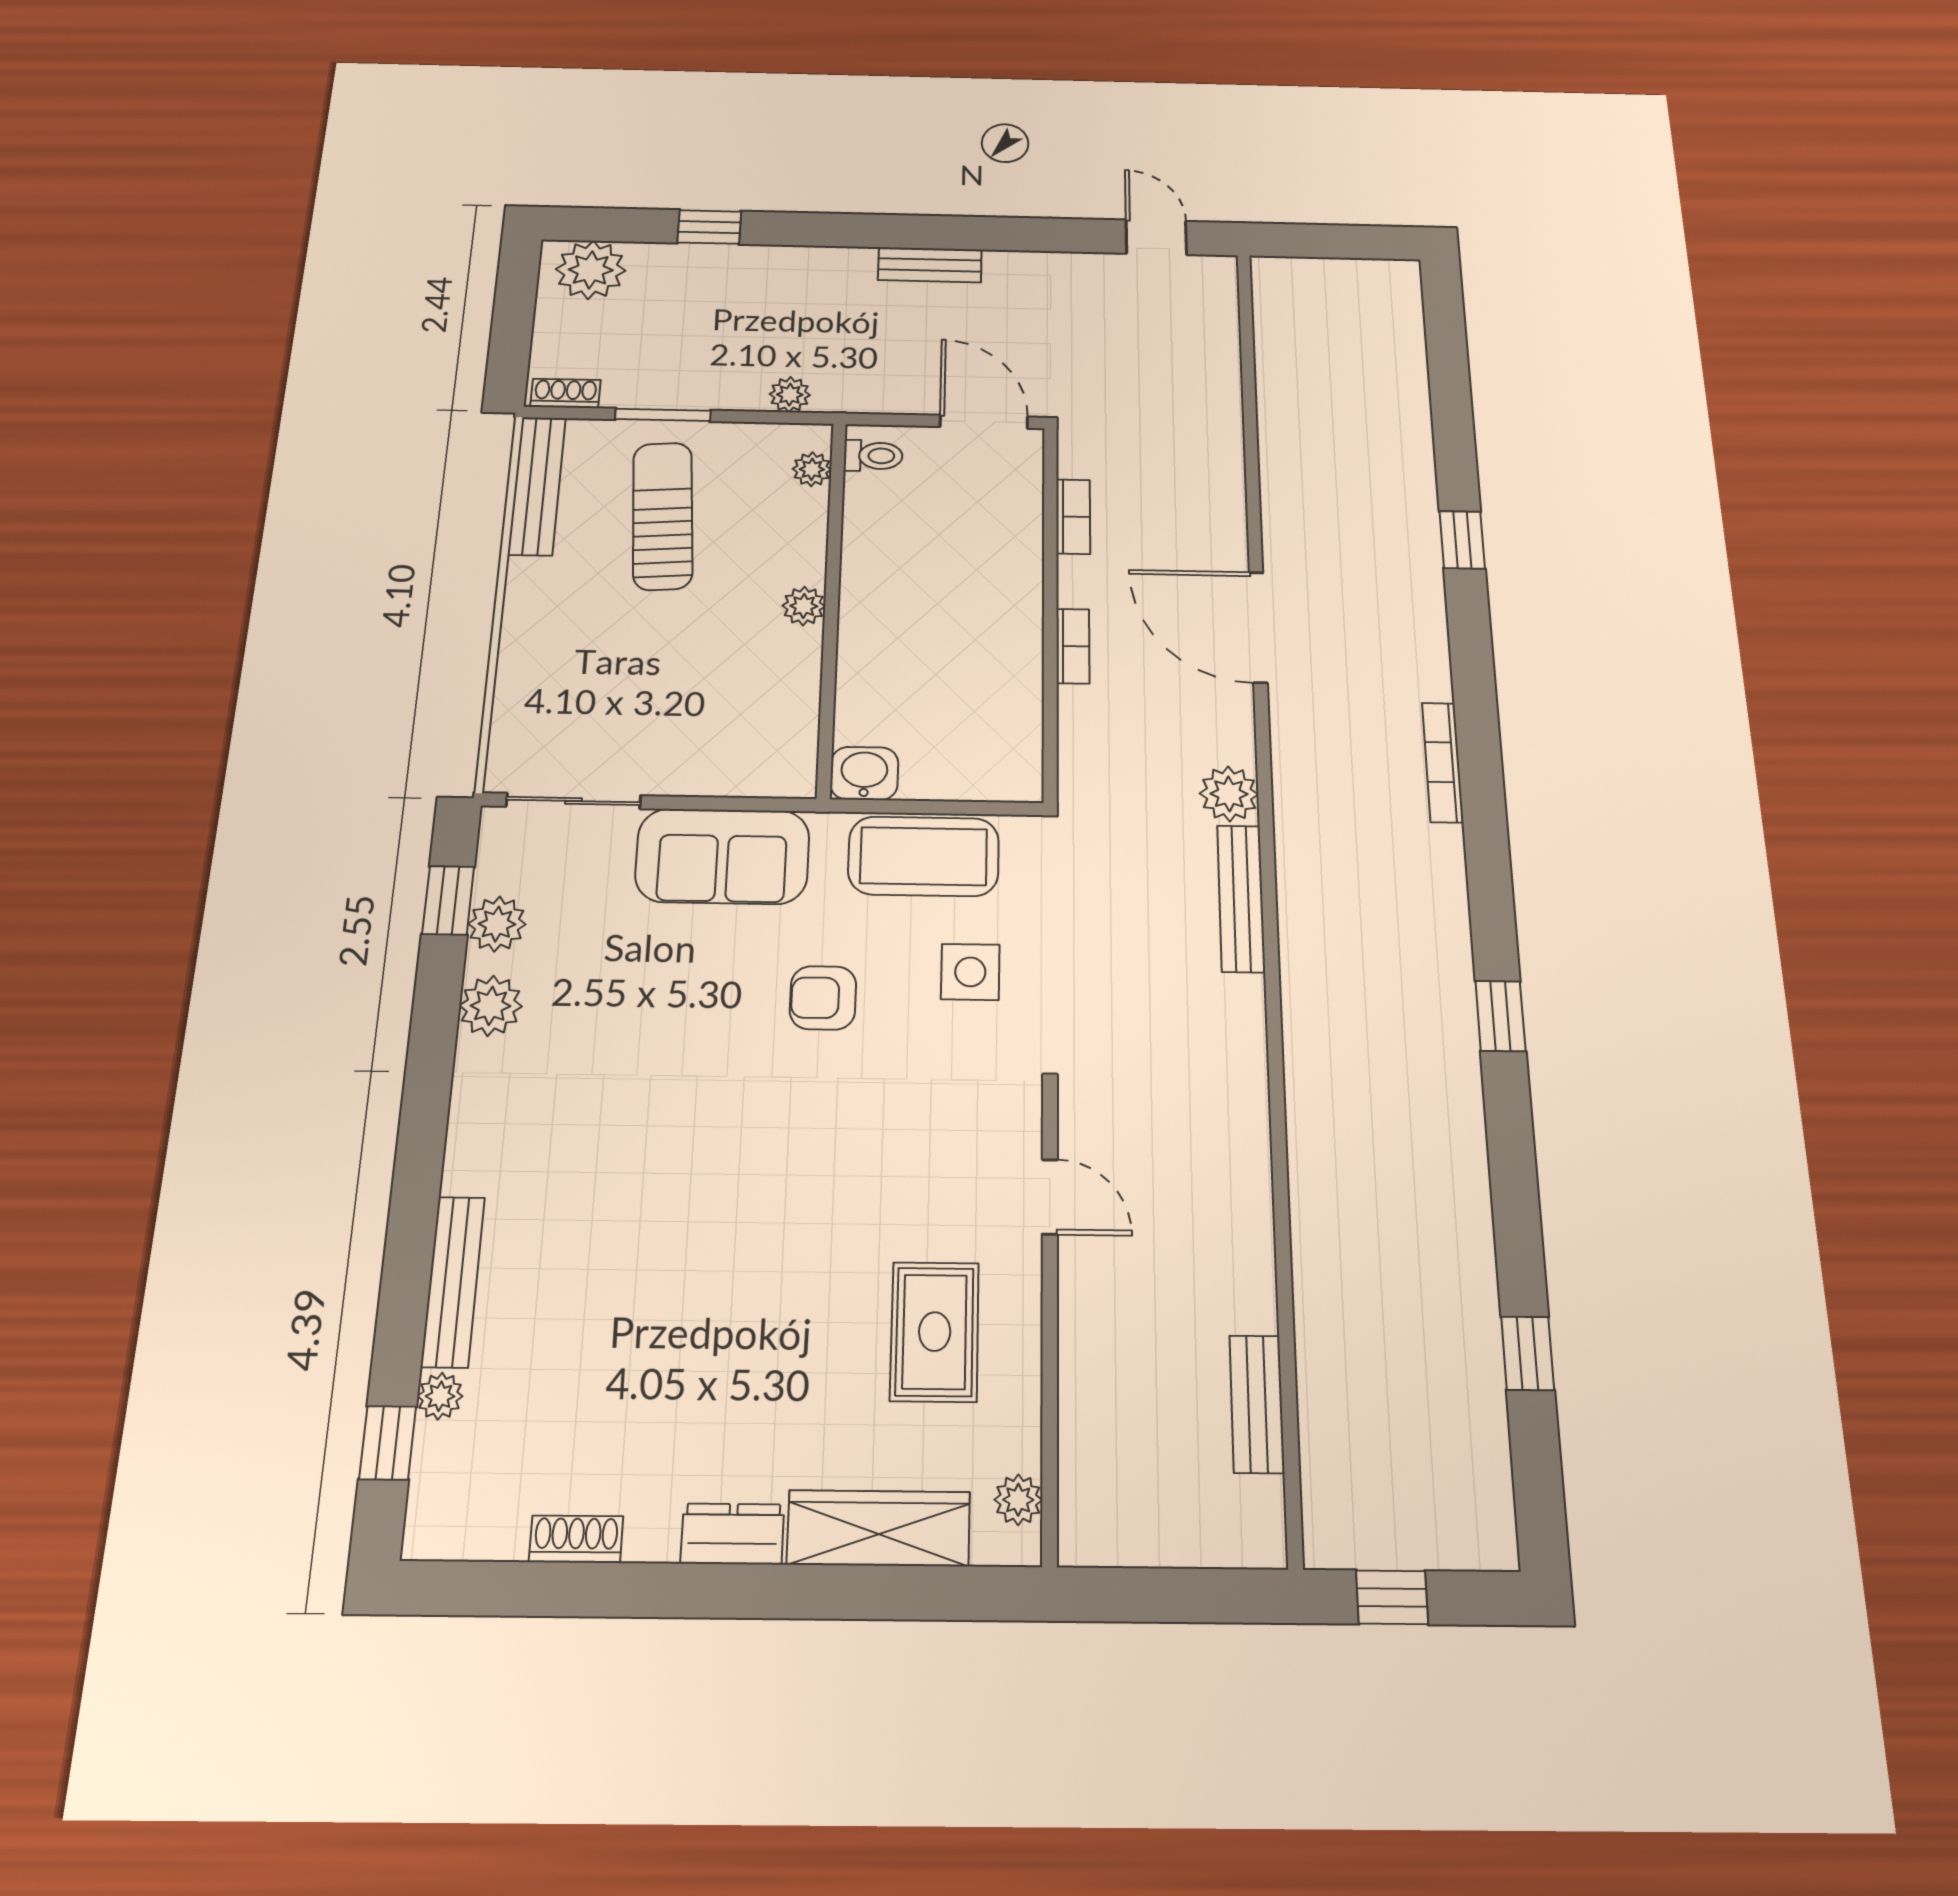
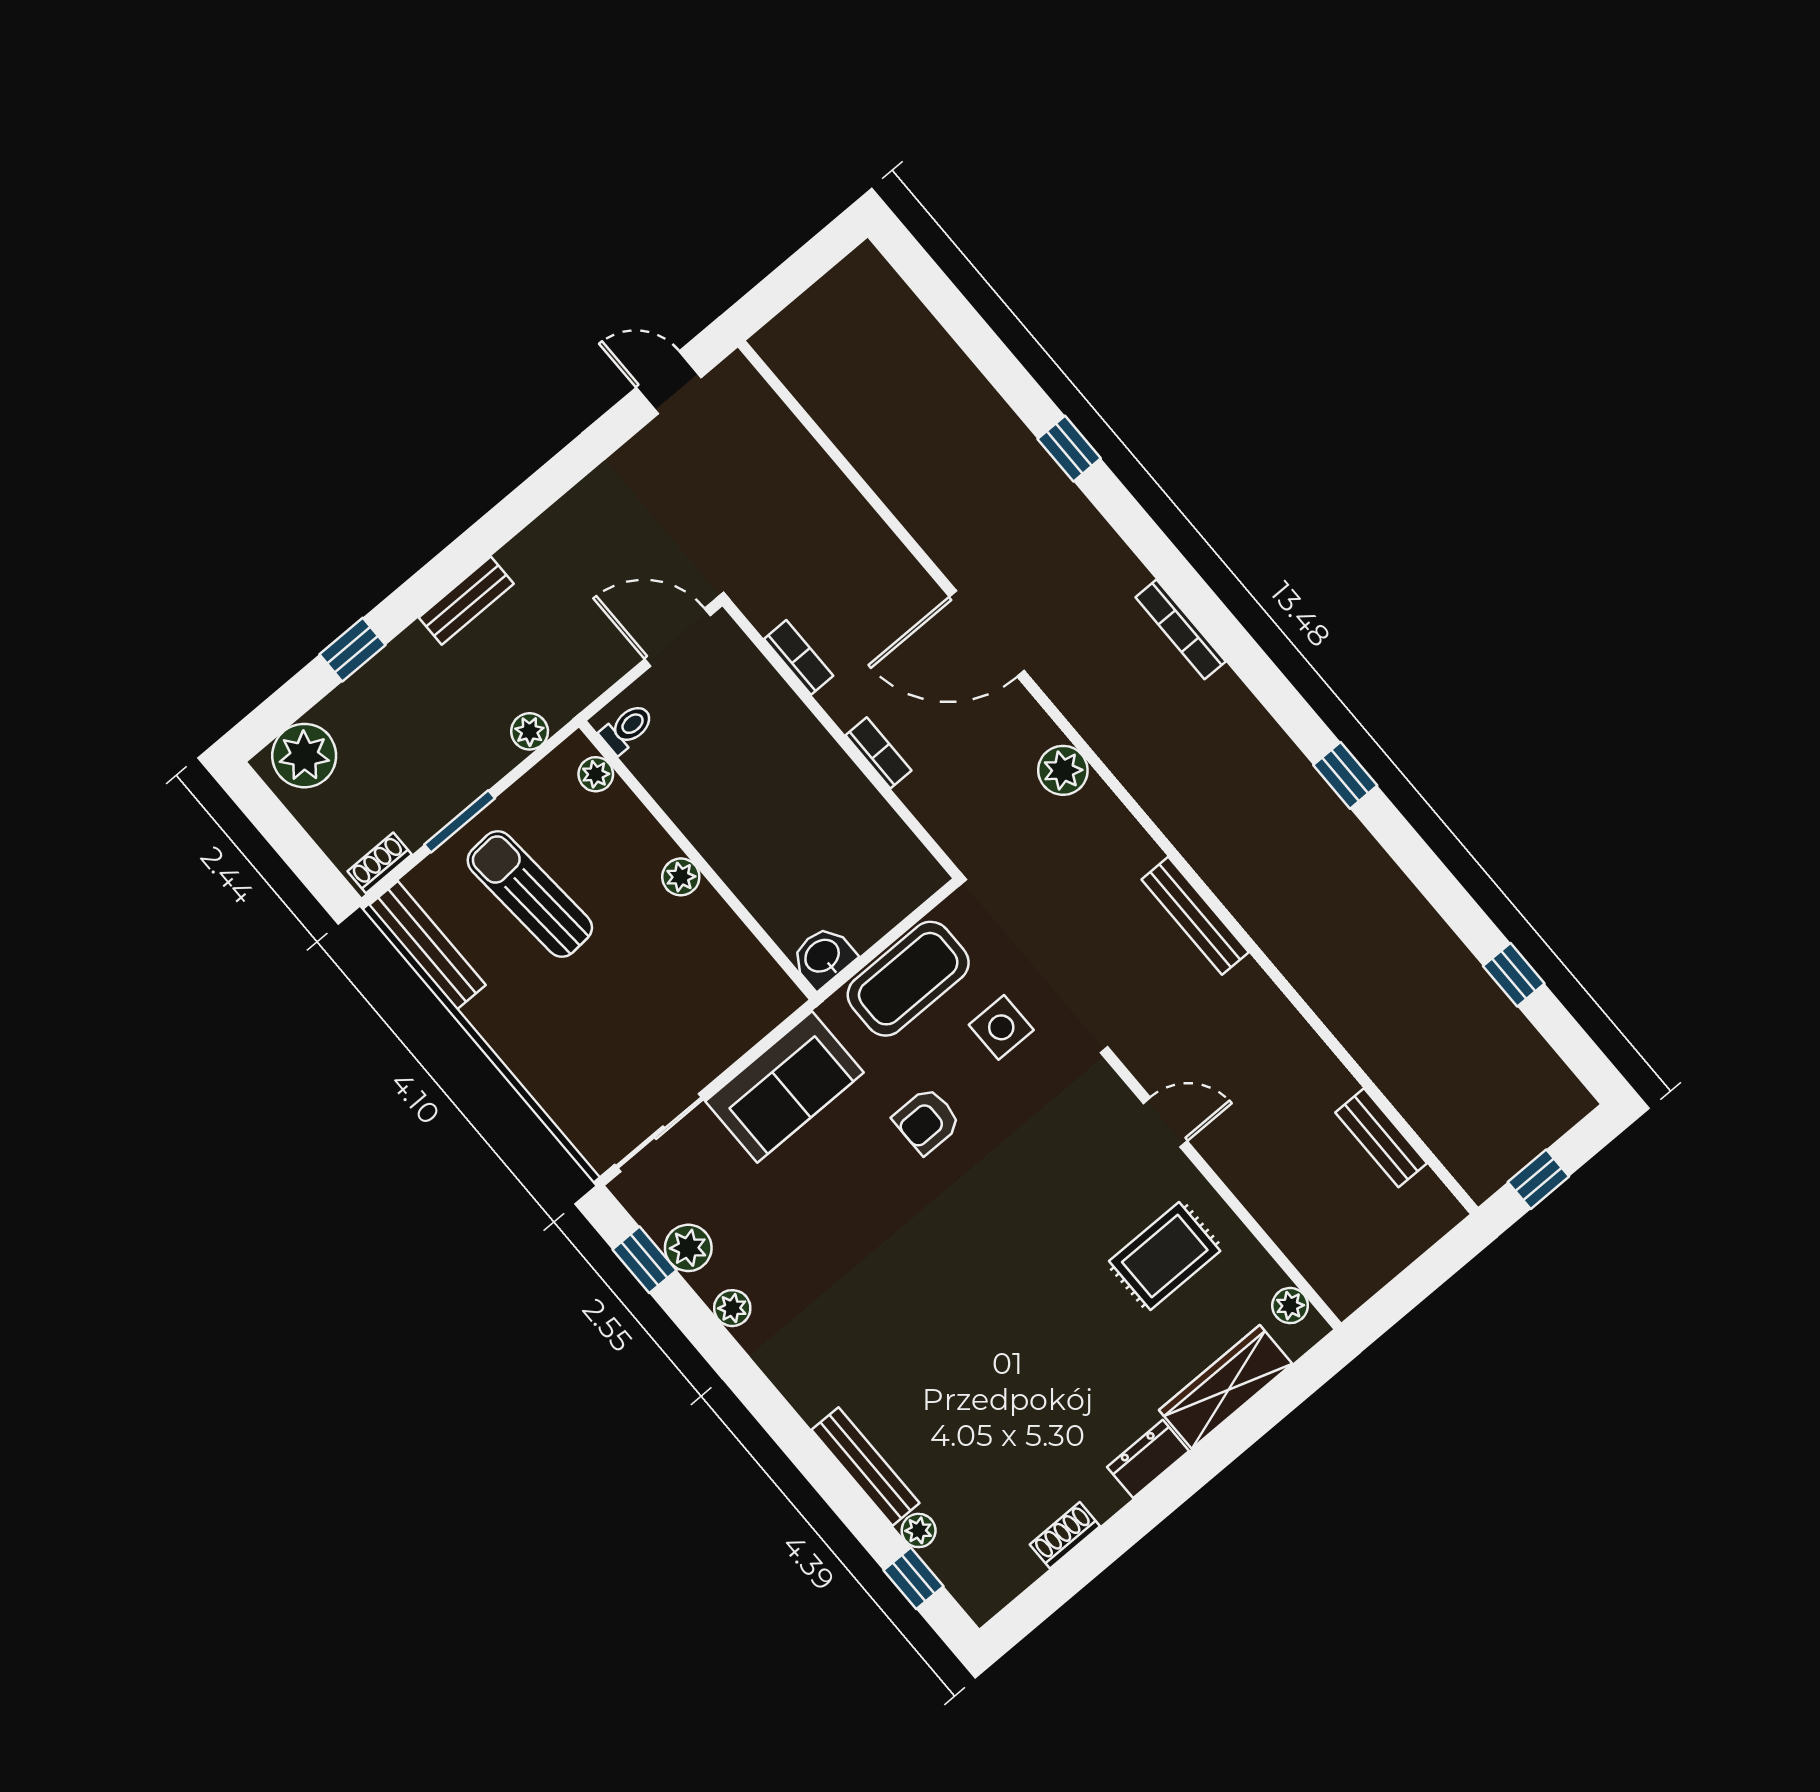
bench: (930, 265) -> (466, 601), moved
bench: (1241, 898) -> (1195, 916), moved
plant: (491, 1006) -> (732, 1308), width x0.73, depth x0.73
rug: (935, 1332) -> (1165, 1256), turned 90

